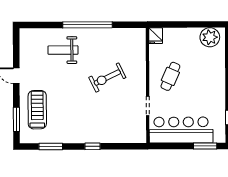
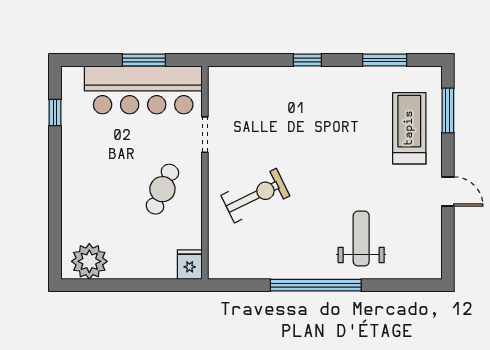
weight bench: (63, 50) -> (361, 239), turned -90
exercise bike: (107, 78) -> (255, 196), moved
treadmill: (37, 110) -> (409, 128), turned 180
window: (205, 146) -> (144, 60), moved

